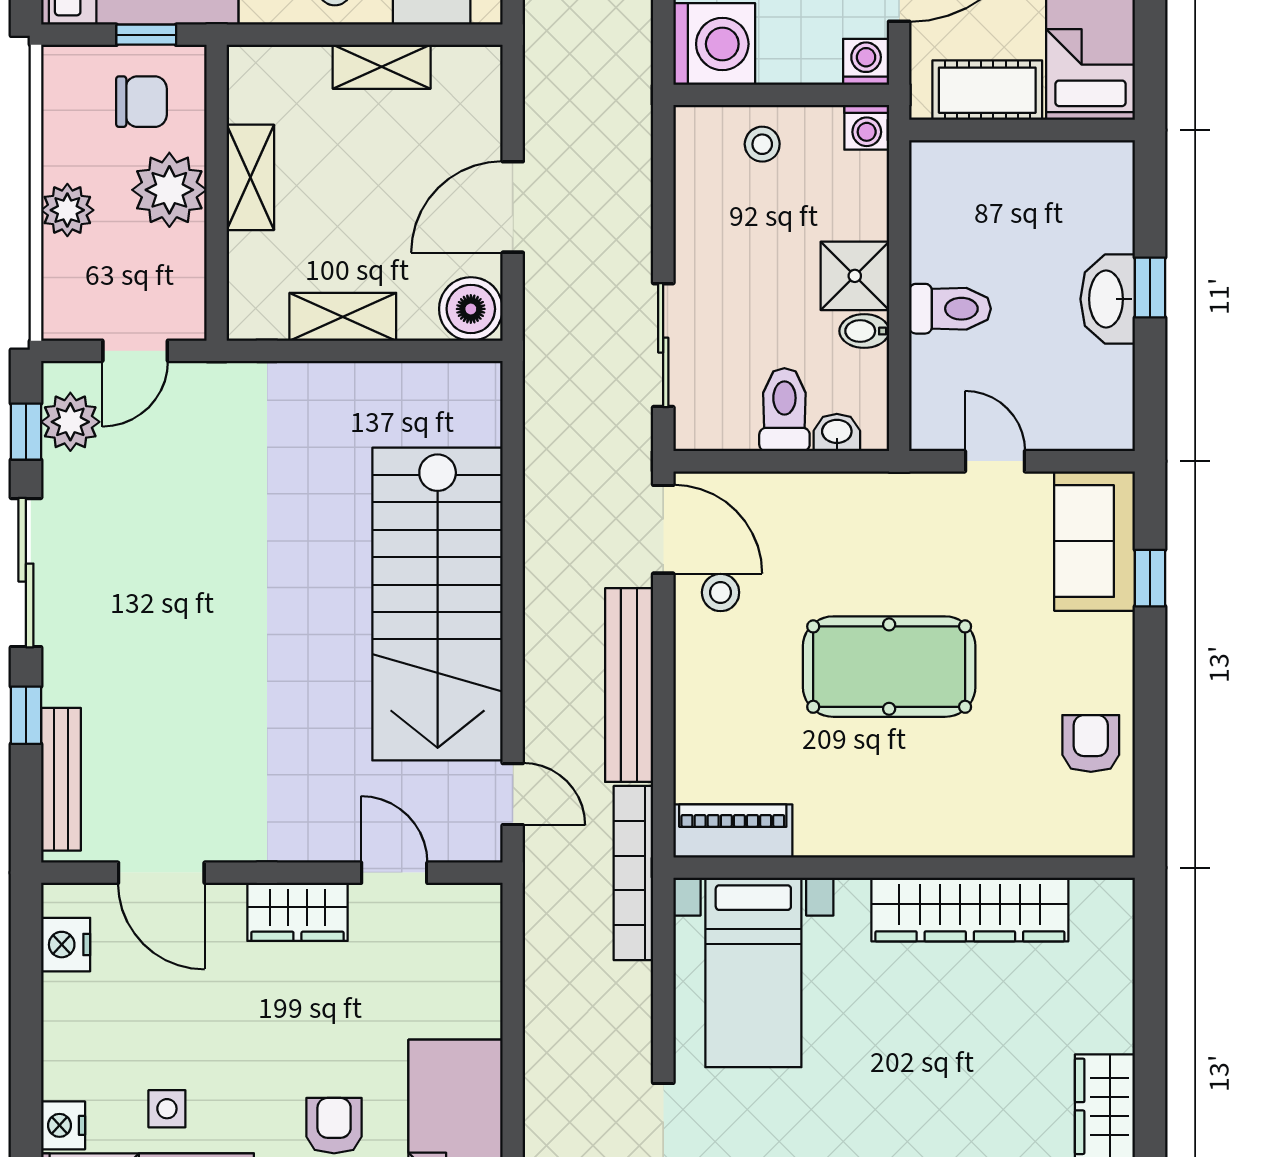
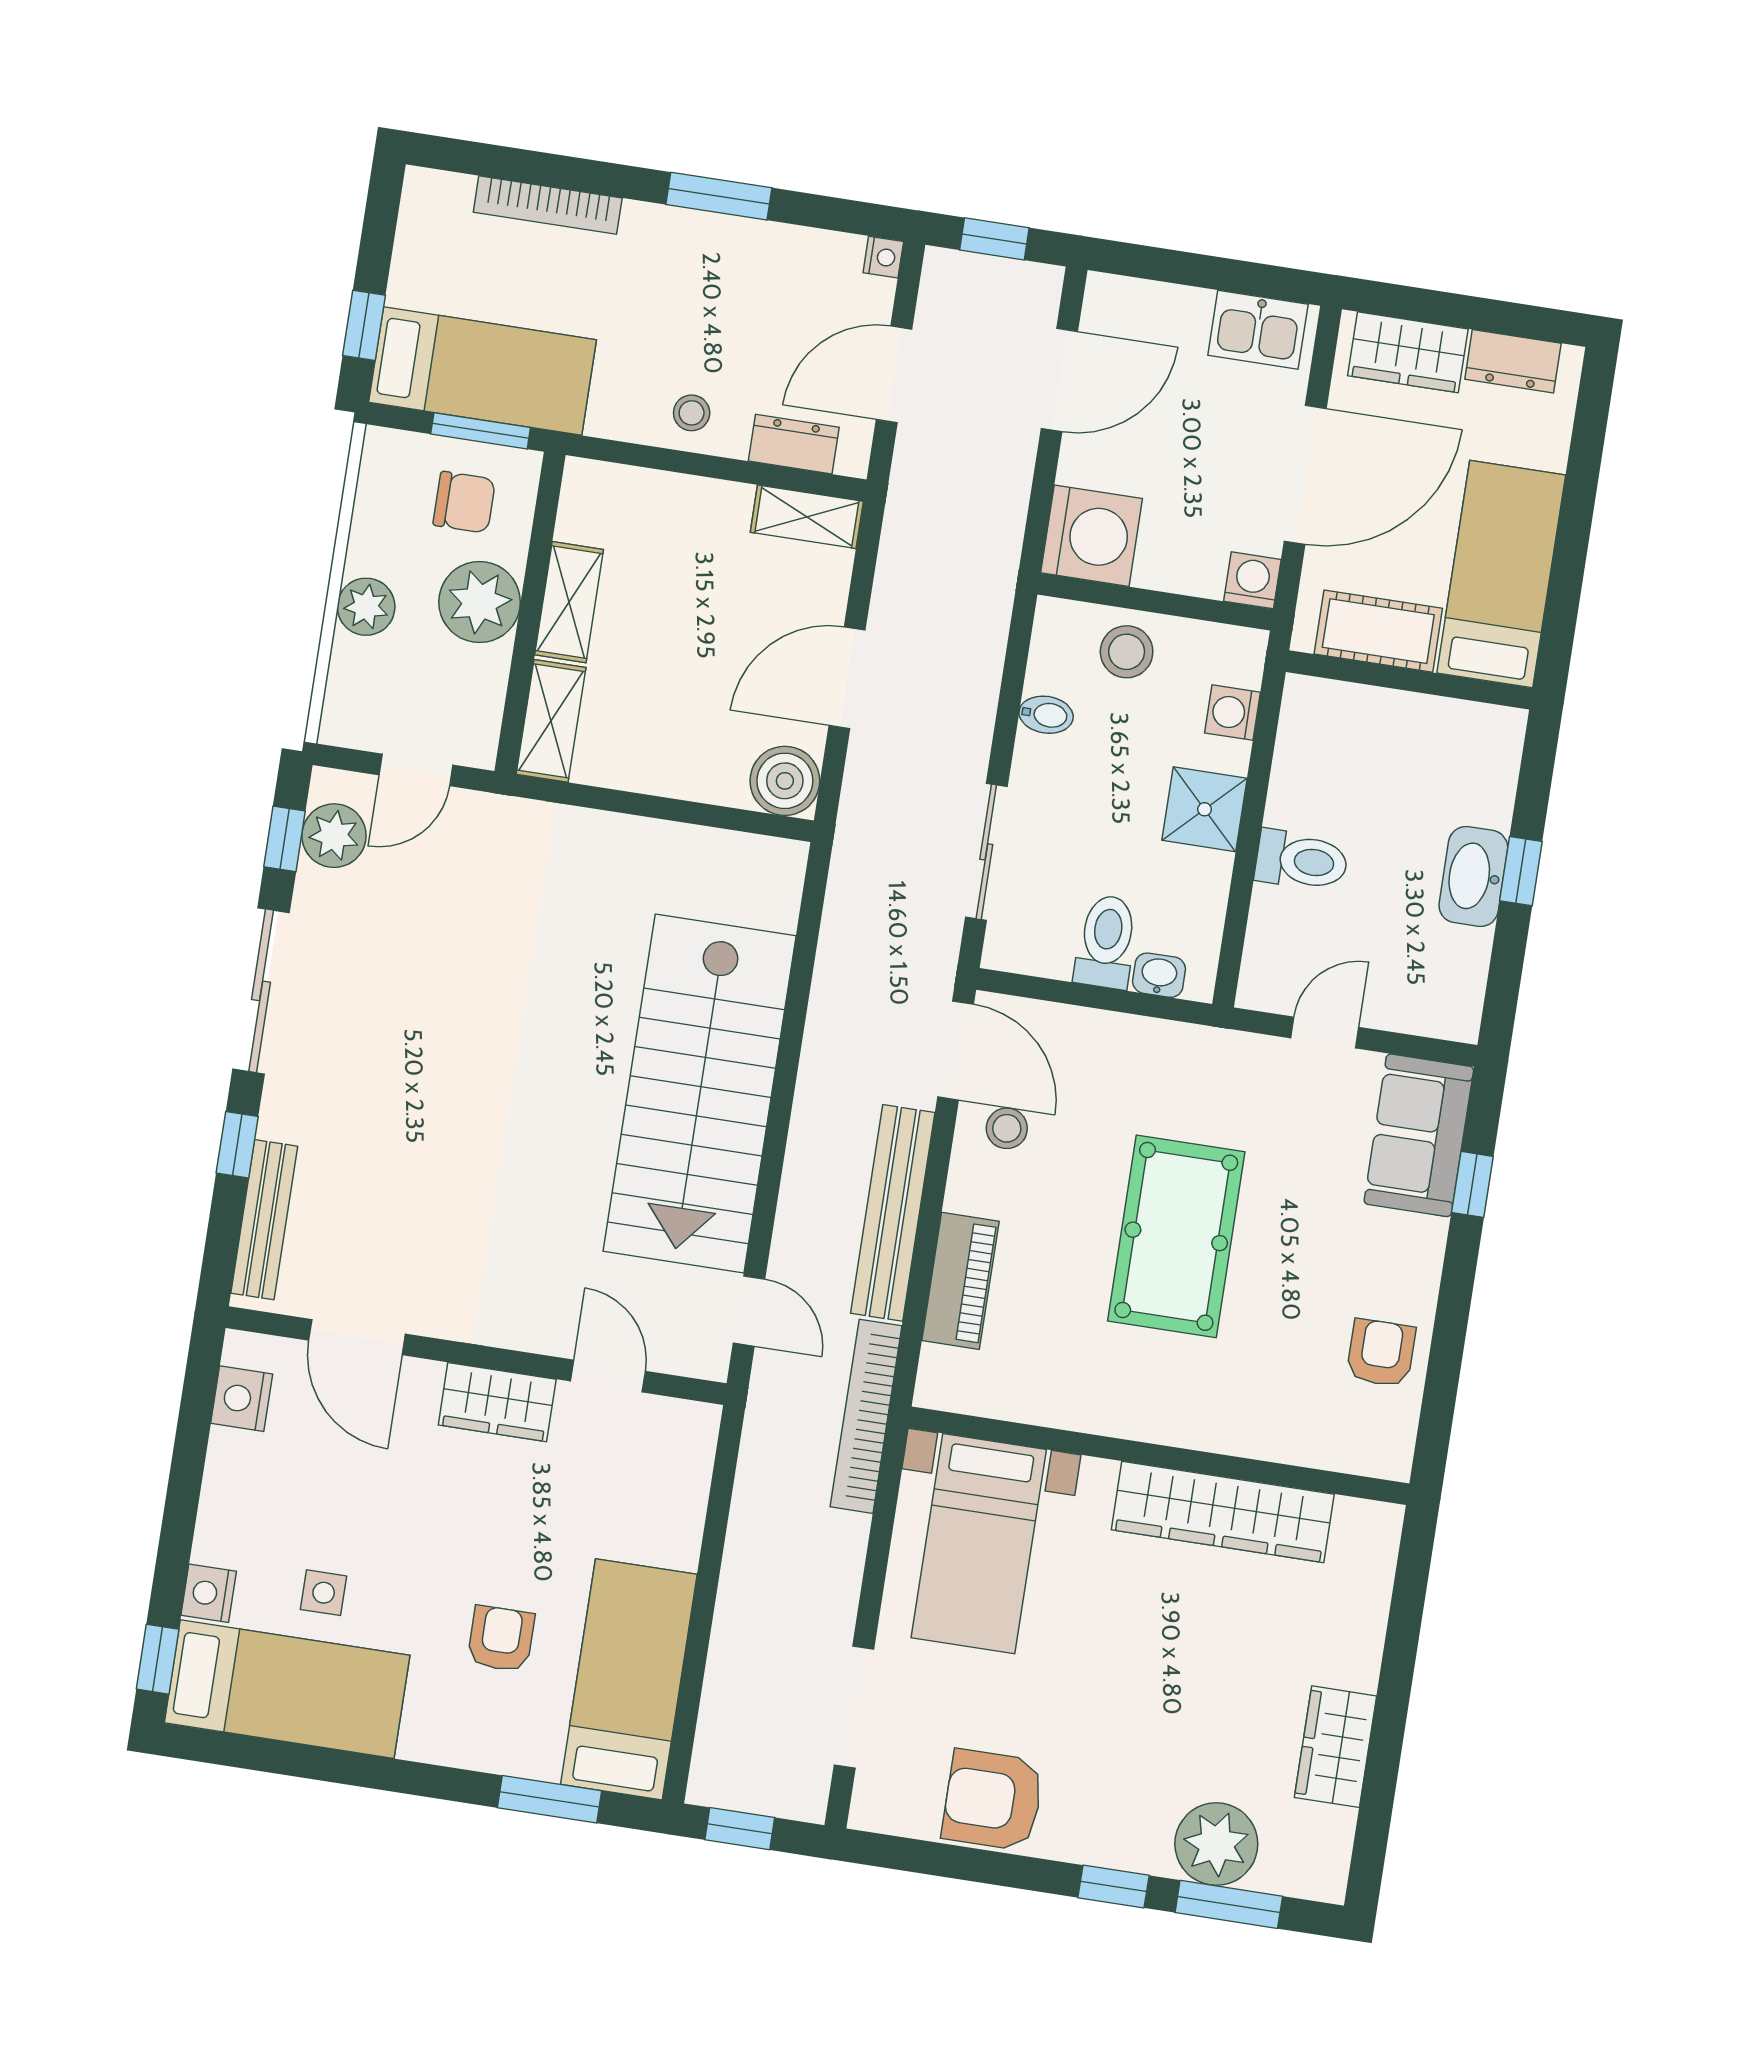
window: (146, 35) -> (481, 431), width x1.50
shelving: (382, 67) -> (807, 517), moved
washing machine: (867, 127) -> (1233, 713), moved, turned 90
stool: (762, 144) -> (1127, 652), width x1.37, depth x1.37
shelving: (343, 317) -> (551, 721), moved, turned 90
bidet: (864, 331) -> (1046, 715), moved, turned 180
door: (995, 461) -> (1325, 1033), hinge flipped
pool table: (889, 667) -> (1176, 1236), turned 90
piano: (733, 831) -> (960, 1281), moved, turned 90

